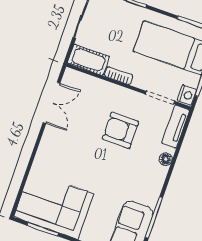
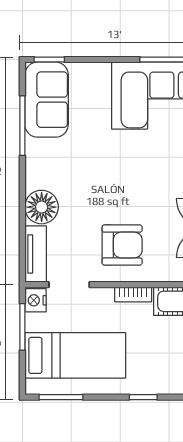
armchair: (121, 130) -> (122, 245), moved
floor lamp: (166, 159) -> (42, 207), width x1.89, depth x1.89

